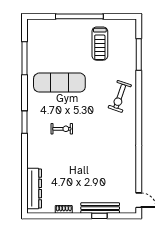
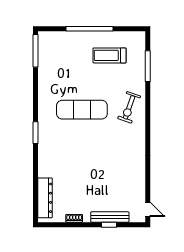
treadmill: (100, 44) -> (110, 55), turned 90
window: (24, 58) -> (35, 51), moved
exercise mat: (59, 83) -> (82, 110), moved
exercise bike: (62, 129) -> (72, 139), removed

